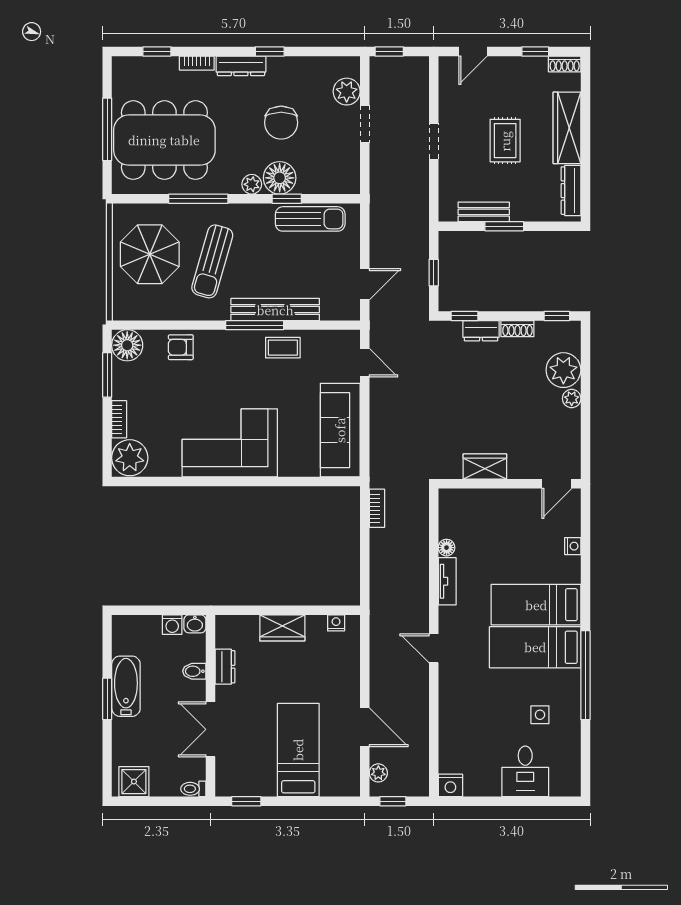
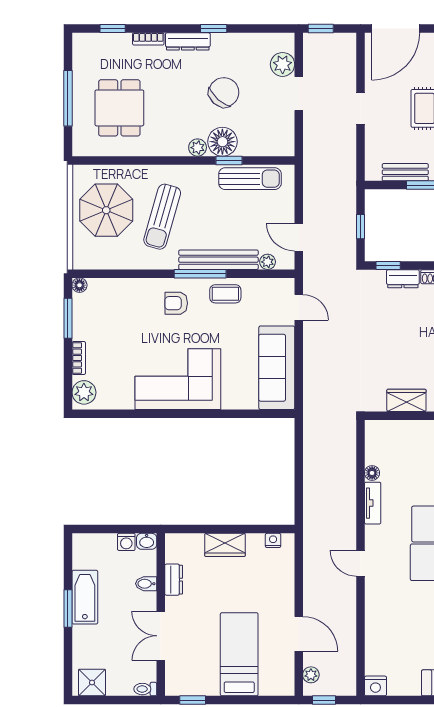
door: (473, 51) -> (396, 29), width x1.88
chair: (281, 123) -> (224, 92), turned -138
dining table: (164, 140) -> (119, 108), width x0.53, depth x0.80
window: (198, 199) -> (150, 160), removed
door: (365, 284) -> (299, 237), swing flipped
plant: (330, 312) -> (268, 262), added
floor lamp: (127, 345) -> (79, 285), width x0.53, depth x0.53
armchair: (181, 347) -> (176, 303), moved
plant: (130, 458) -> (84, 392), width x0.73, depth x0.73
bookcase: (377, 508) -> (310, 438), removed

